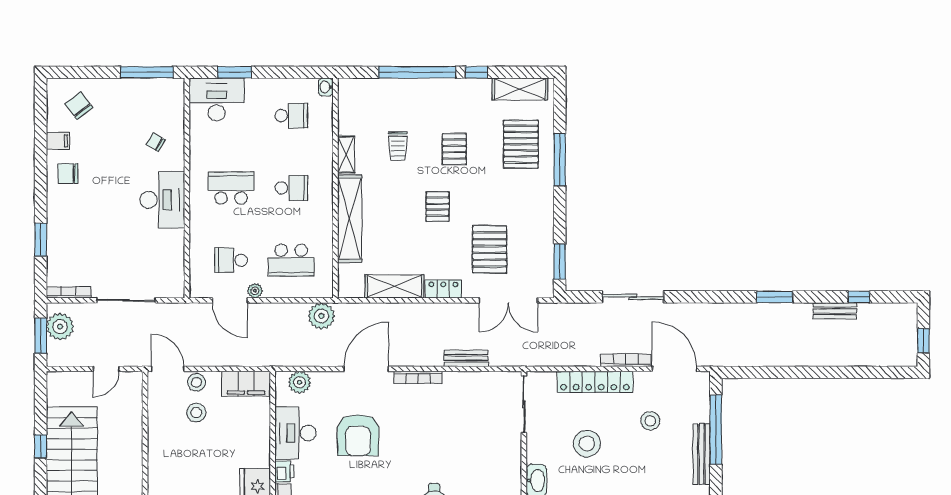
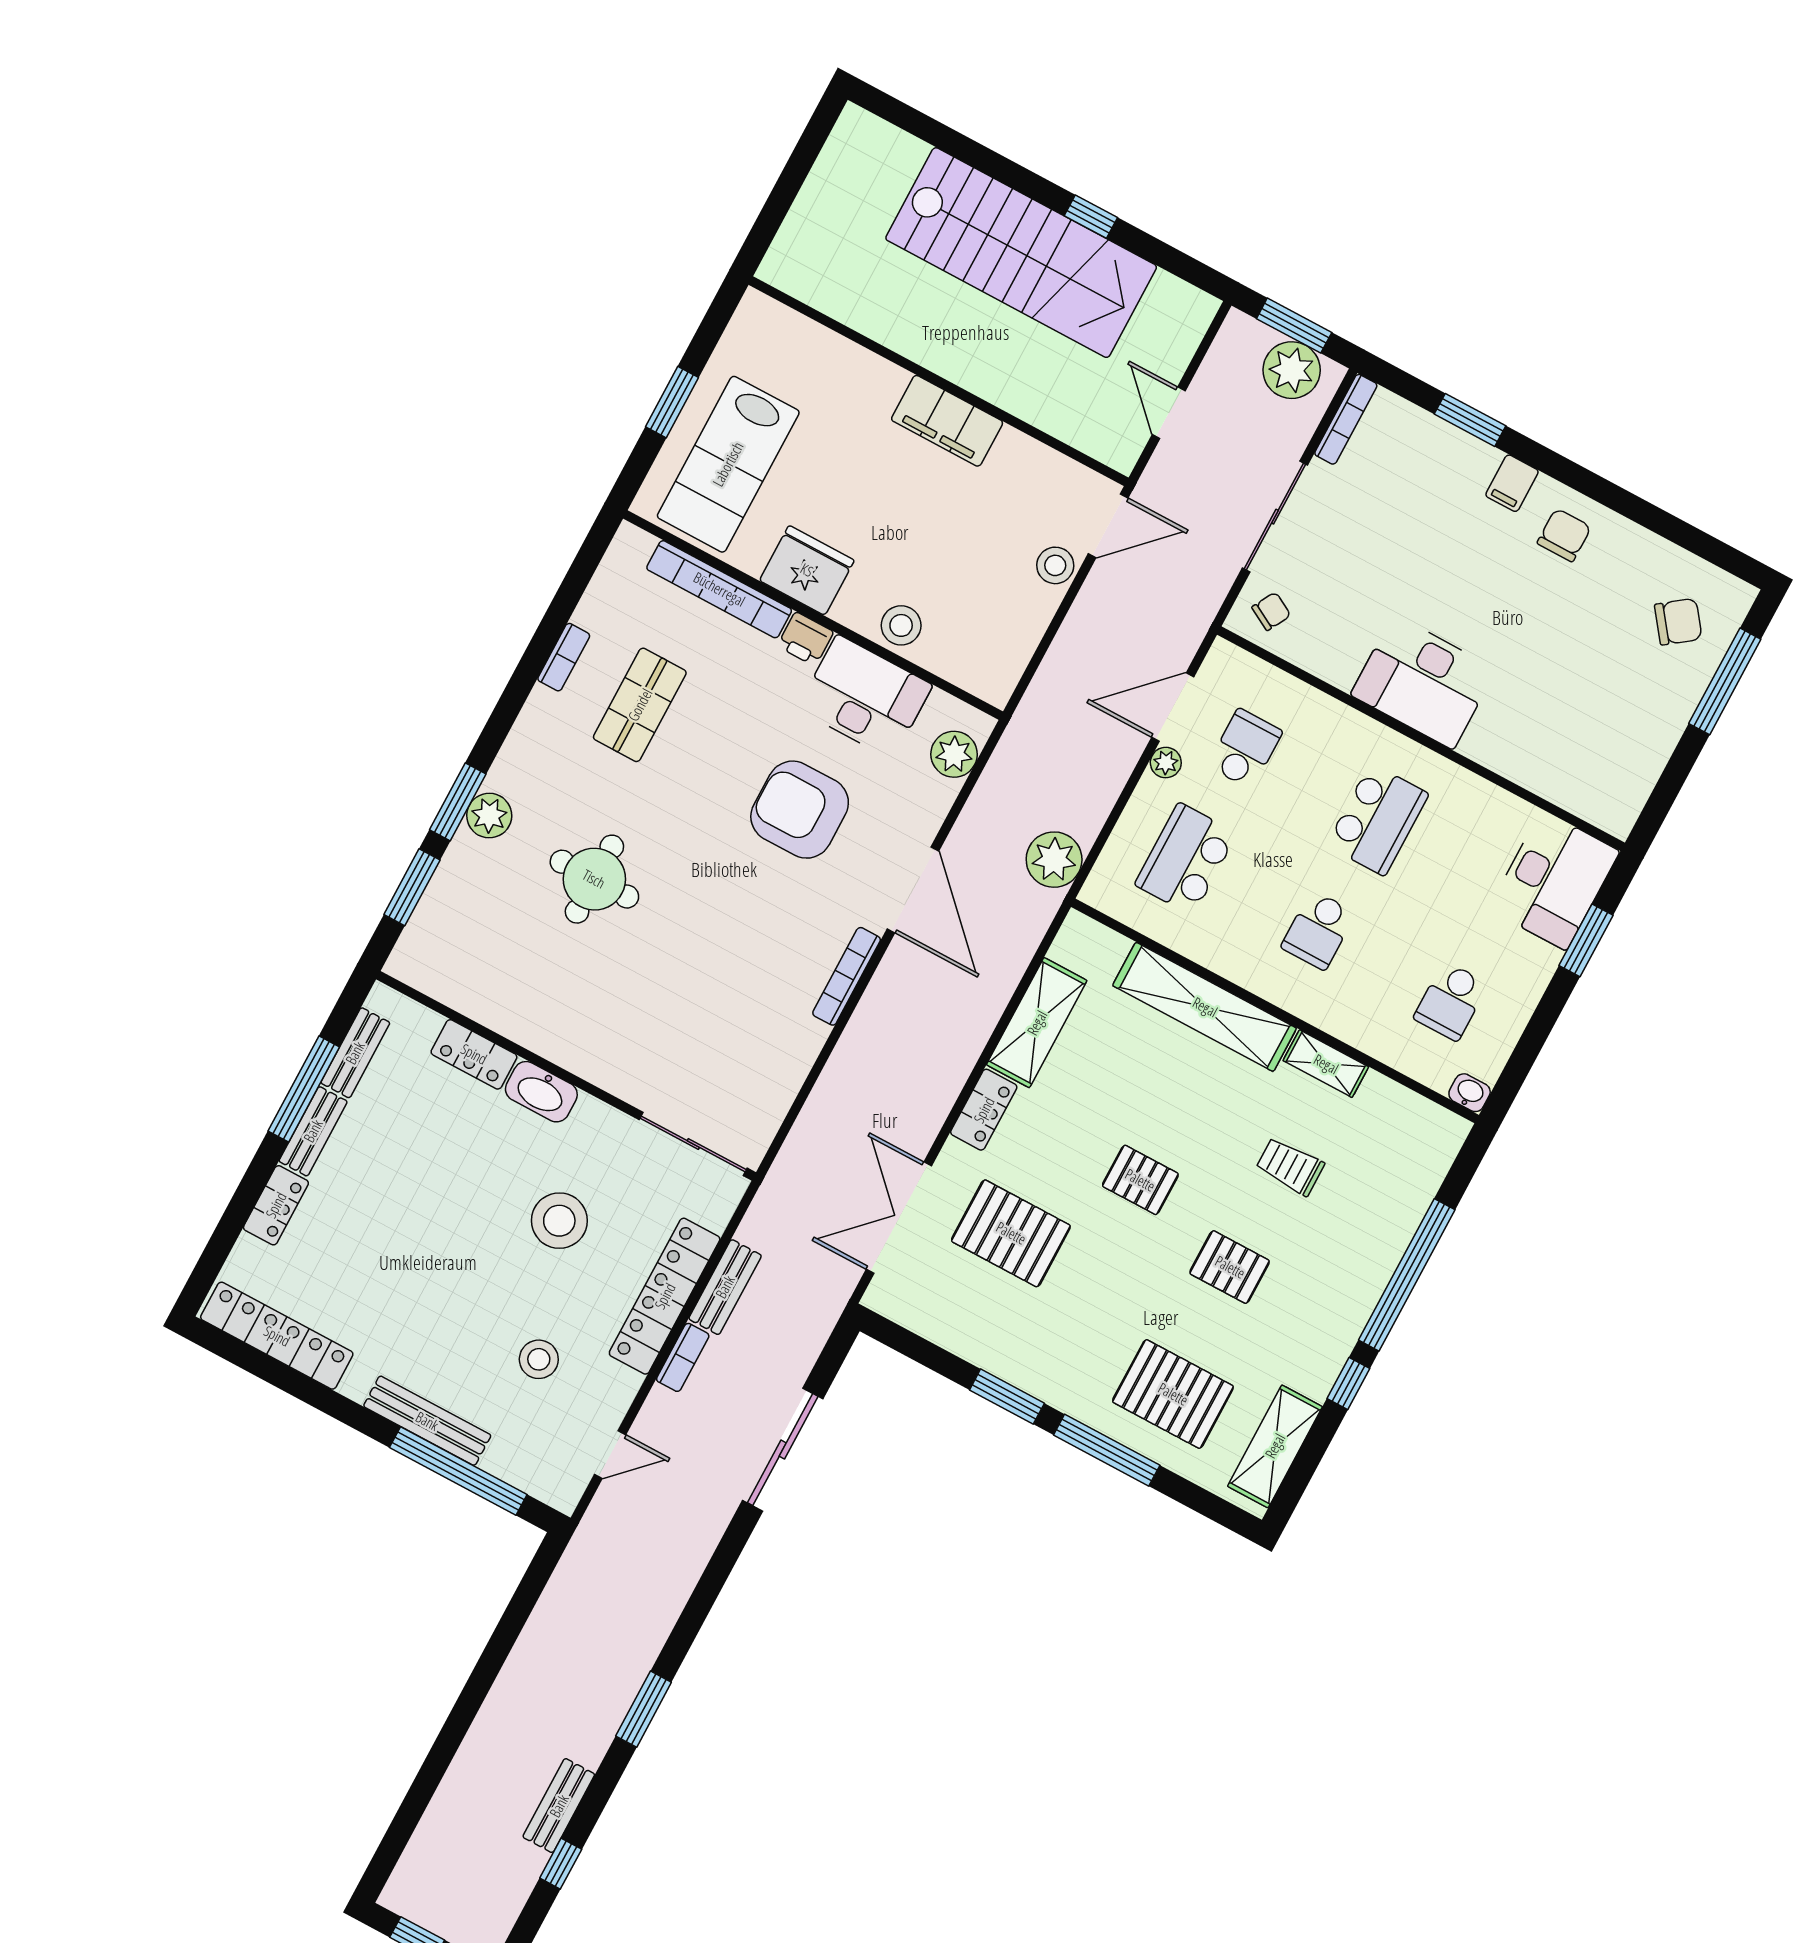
window: (147, 72) -> (1725, 681), moved
filing cabinet: (58, 141) -> (1512, 483), moved
chair: (155, 142) -> (1271, 611), moved
window: (560, 262) -> (1007, 1397), moved
bench: (466, 358) -> (725, 1287), moved
bookcase: (626, 360) -> (683, 1357), width x0.64
door: (674, 369) -> (610, 1455), width x0.53
filing cabinet: (246, 384) -> (947, 421), moved, turned -90
stool: (196, 413) -> (901, 625), moved

